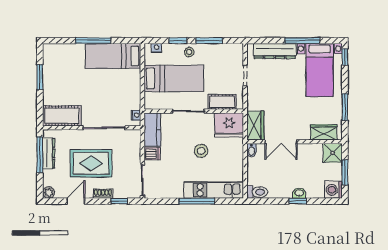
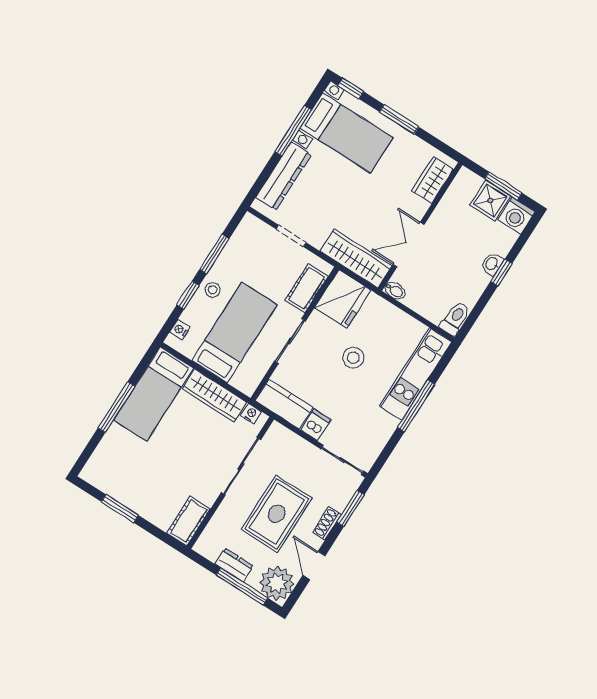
wardrobe: (133, 89) -> (215, 396), added
window: (345, 107) -> (399, 119), moved
cot: (62, 116) -> (189, 521), width x0.73, depth x0.75
wardrobe: (255, 125) -> (356, 258), width x1.50
double door: (281, 142) -> (409, 244), swing flipped
dresser: (49, 153) -> (234, 565), width x0.70
shower: (333, 153) -> (490, 200), moved
window: (40, 155) -> (242, 587), moved
plant: (48, 192) -> (277, 583), width x1.88, depth x1.88
window: (119, 201) -> (350, 509), width x1.50

